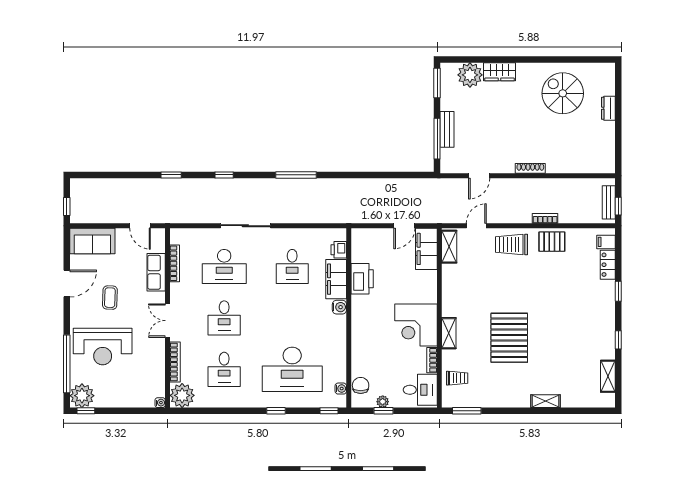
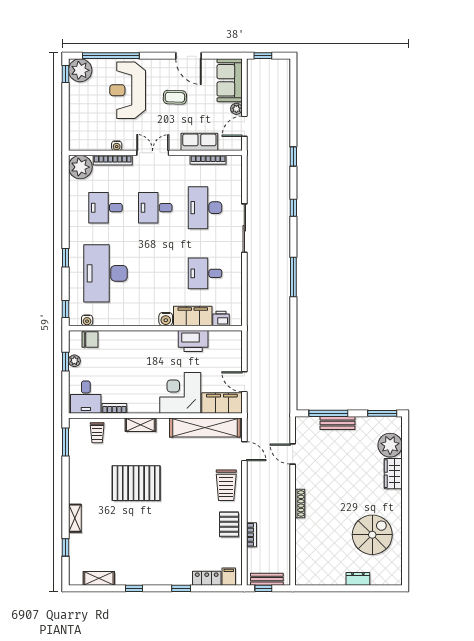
bookcase: (545, 218) -> (251, 535), moved
plant: (122, 234) -> (236, 109), added
trolley: (511, 245) -> (226, 485), turned 180
shelving: (449, 247) -> (205, 427), width x2.20, depth x1.33
corner desk: (416, 325) -> (180, 393), moved
water cooler: (160, 403) -> (117, 146), moved
window: (576, 411) -> (65, 547), added

